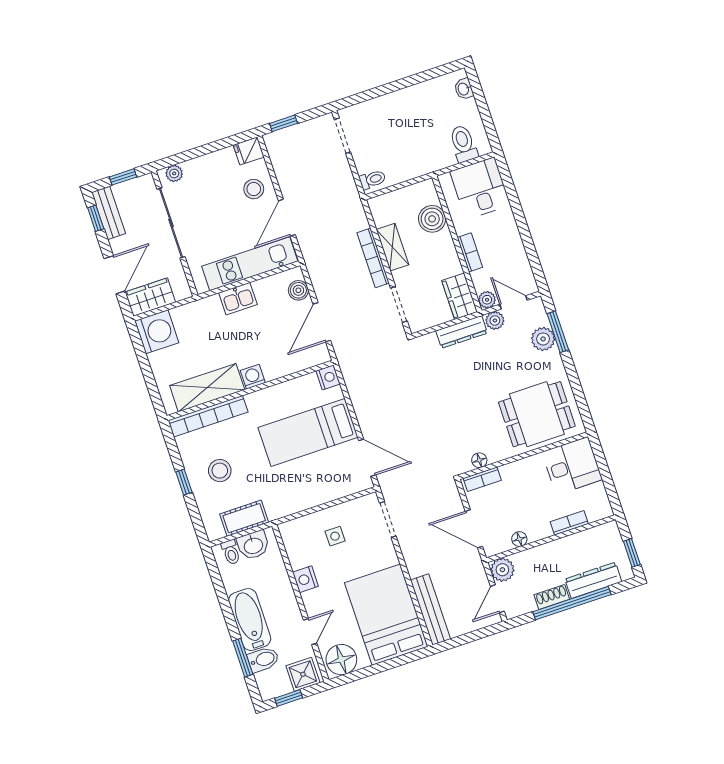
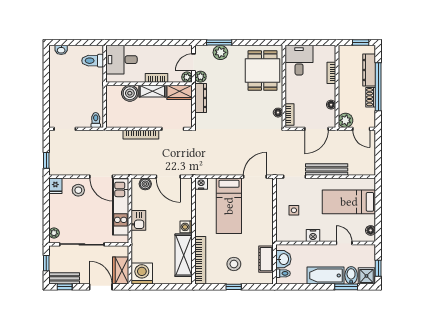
shelving: (392, 247) -> (152, 91), moved
bench: (430, 609) -> (327, 169), moved
bed: (386, 615) -> (349, 202), width x0.67
floor lamp: (341, 660) -> (371, 230), width x0.53, depth x0.53
shower: (303, 674) -> (366, 276), moved

